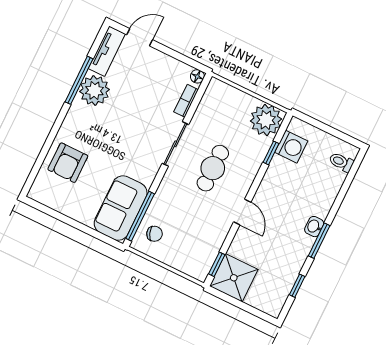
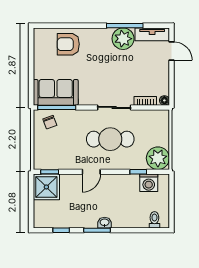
cafe table: (213, 168) -> (110, 139), width x1.37, depth x1.35

